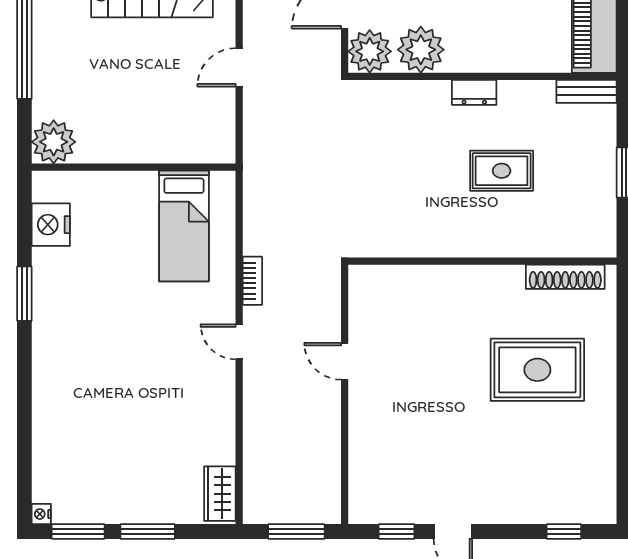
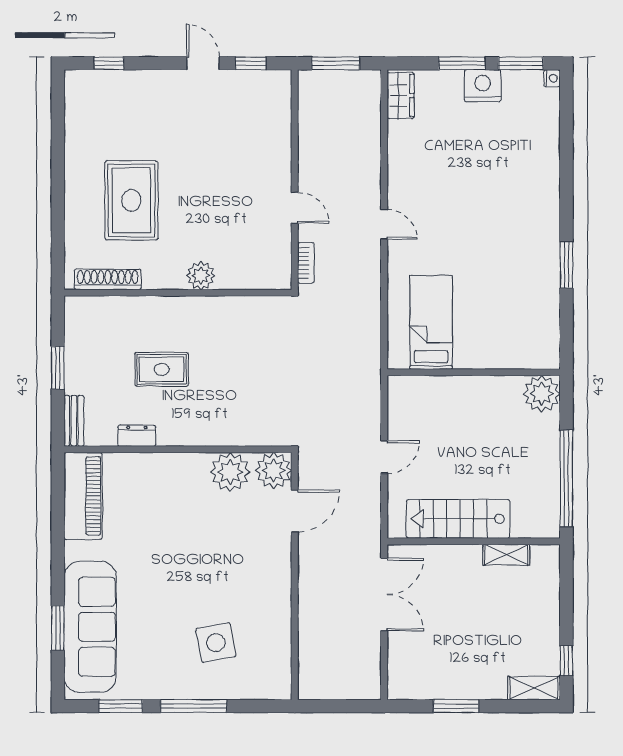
bench: (586, 91) -> (74, 421), moved, turned 90
dresser: (474, 92) -> (137, 436), moved
nightstand: (51, 225) -> (483, 86), moved, turned -90
bookcase: (252, 281) -> (306, 263), moved, turned 180
plant: (455, 281) -> (201, 276), added
rug: (537, 370) -> (131, 200), turned 90

